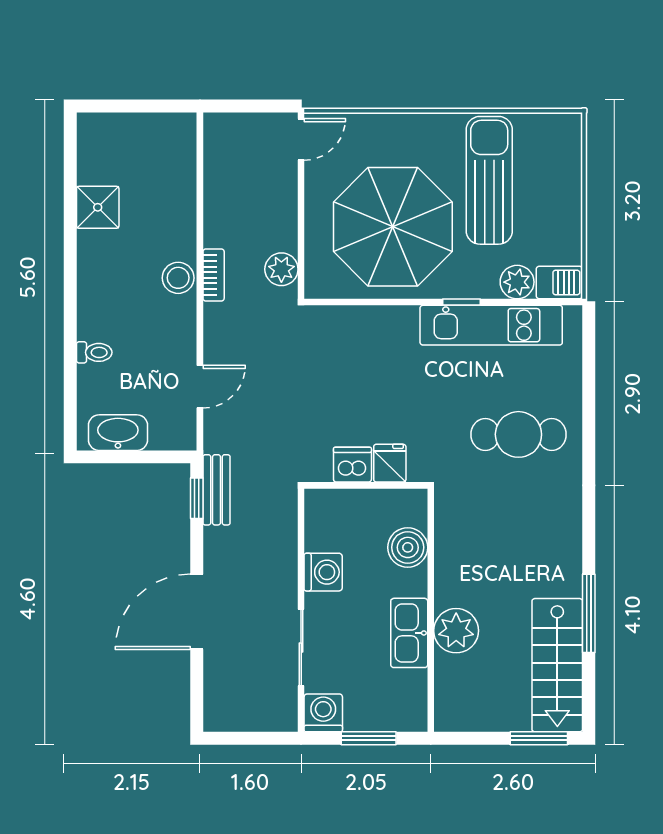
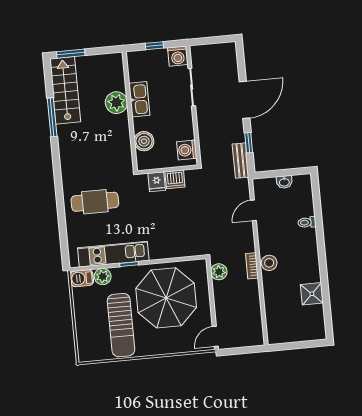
washbasin: (118, 433) -> (284, 182), width x0.52, depth x0.69
window: (197, 498) -> (249, 143), moved
washing machine: (323, 572) -> (187, 150), moved
window: (369, 738) -> (154, 46), width x0.67

